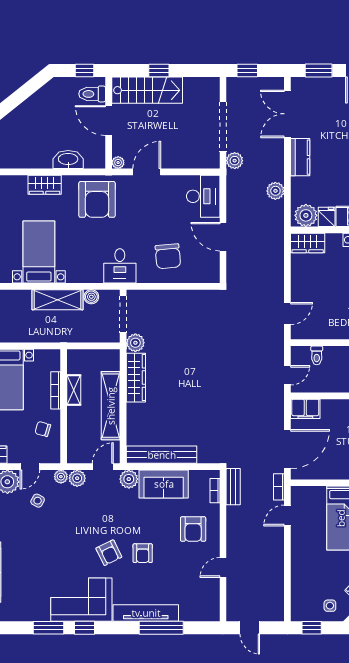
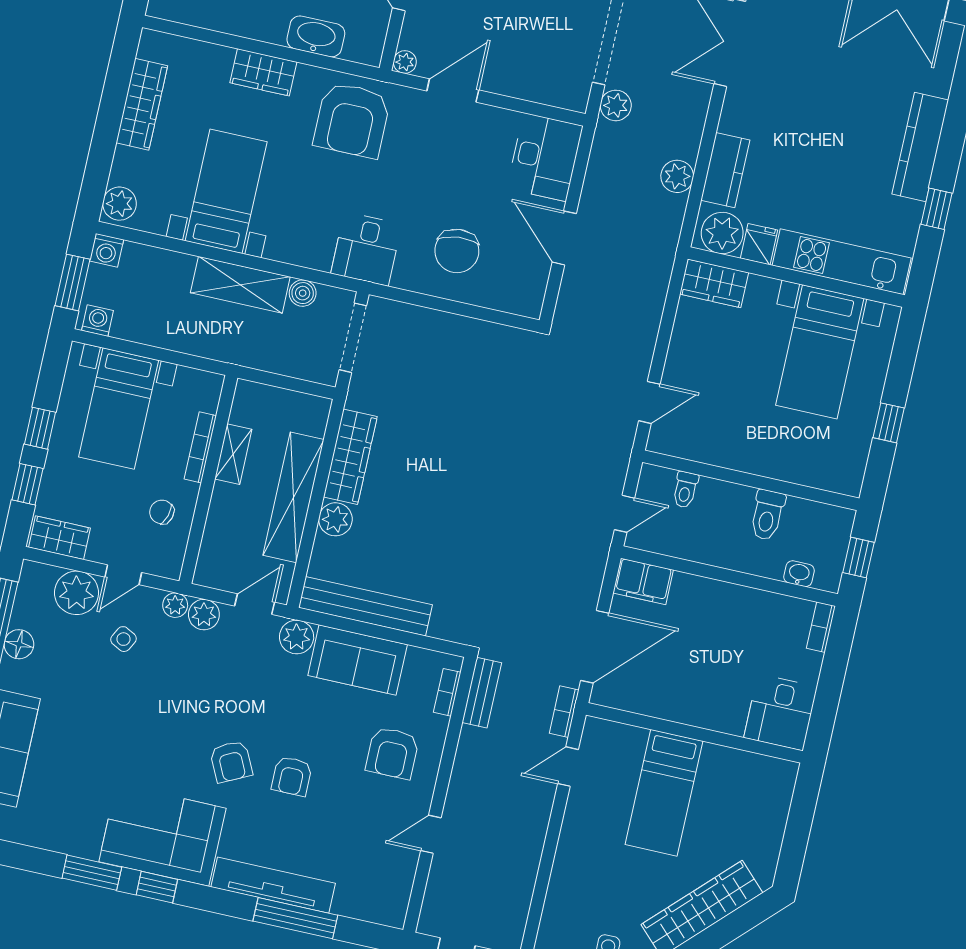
kitchen counter: (300, 157) -> (725, 170), moved
plant: (135, 343) -> (335, 519), moved

